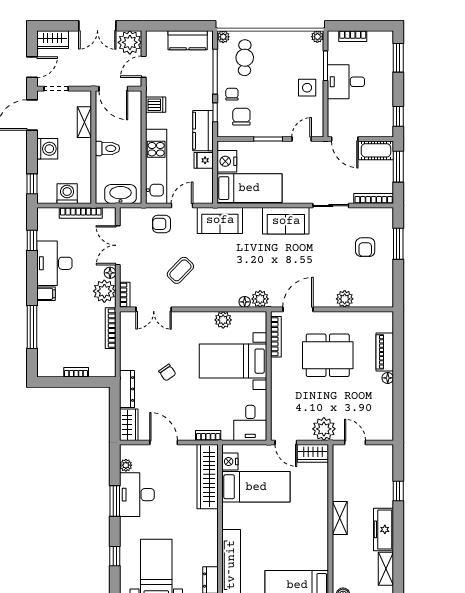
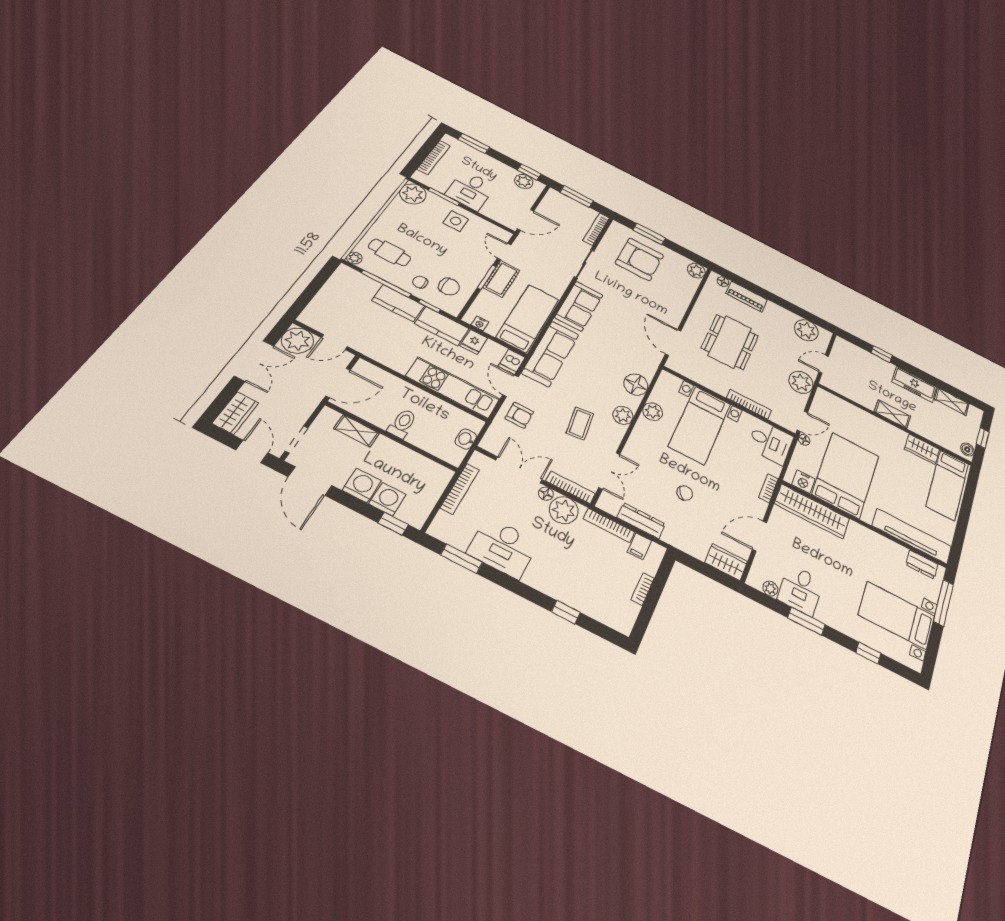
bookcase: (353, 36) -> (434, 157), width x1.56
plant: (317, 37) -> (413, 194), width x1.88, depth x1.88
kitchen counter: (188, 40) -> (398, 303), moved, turned 90
door: (144, 67) -> (334, 342), hinge flipped
dishwasher: (156, 105) -> (512, 362), moved, turned 180
chair: (241, 117) -> (449, 287), turned 180
plant: (385, 117) -> (524, 181), added
cot: (376, 150) -> (501, 279), moved
nightstand: (227, 161) -> (480, 323), width x0.53, depth x0.56
washing machine: (67, 194) -> (387, 499), moved, turned 90
washbasin: (120, 194) -> (466, 439), width x0.52, depth x0.69
sofa: (220, 220) -> (551, 354), width x1.36
armchair: (161, 224) -> (519, 415), turned -90
window: (32, 240) -> (462, 559), width x1.50
double door: (118, 245) -> (519, 470), swing flipped
armchair: (365, 247) -> (639, 259), width x1.88, depth x1.88
coffee table: (180, 270) -> (580, 423), turned 39
filing cabinet: (46, 294) -> (640, 546), moved, turned 180
bookcase: (125, 295) -> (571, 487), width x1.56
plant: (260, 299) -> (623, 415), moved
plant: (345, 299) -> (696, 271), moved
floor lamp: (245, 302) -> (636, 385), width x1.89, depth x1.89
window: (32, 327) -> (566, 612), width x0.46
bookcase: (276, 337) -> (749, 404), moved
floor lamp: (388, 378) -> (723, 282), moved
dresser: (127, 389) -> (641, 521), moved
plant: (382, 416) -> (806, 330), added
floor lamp: (269, 450) -> (804, 440), added
wardrobe: (313, 453) -> (922, 449), moved, turned 90
bed: (256, 487) -> (846, 475), width x1.50
desk: (137, 495) -> (801, 590), width x0.73

